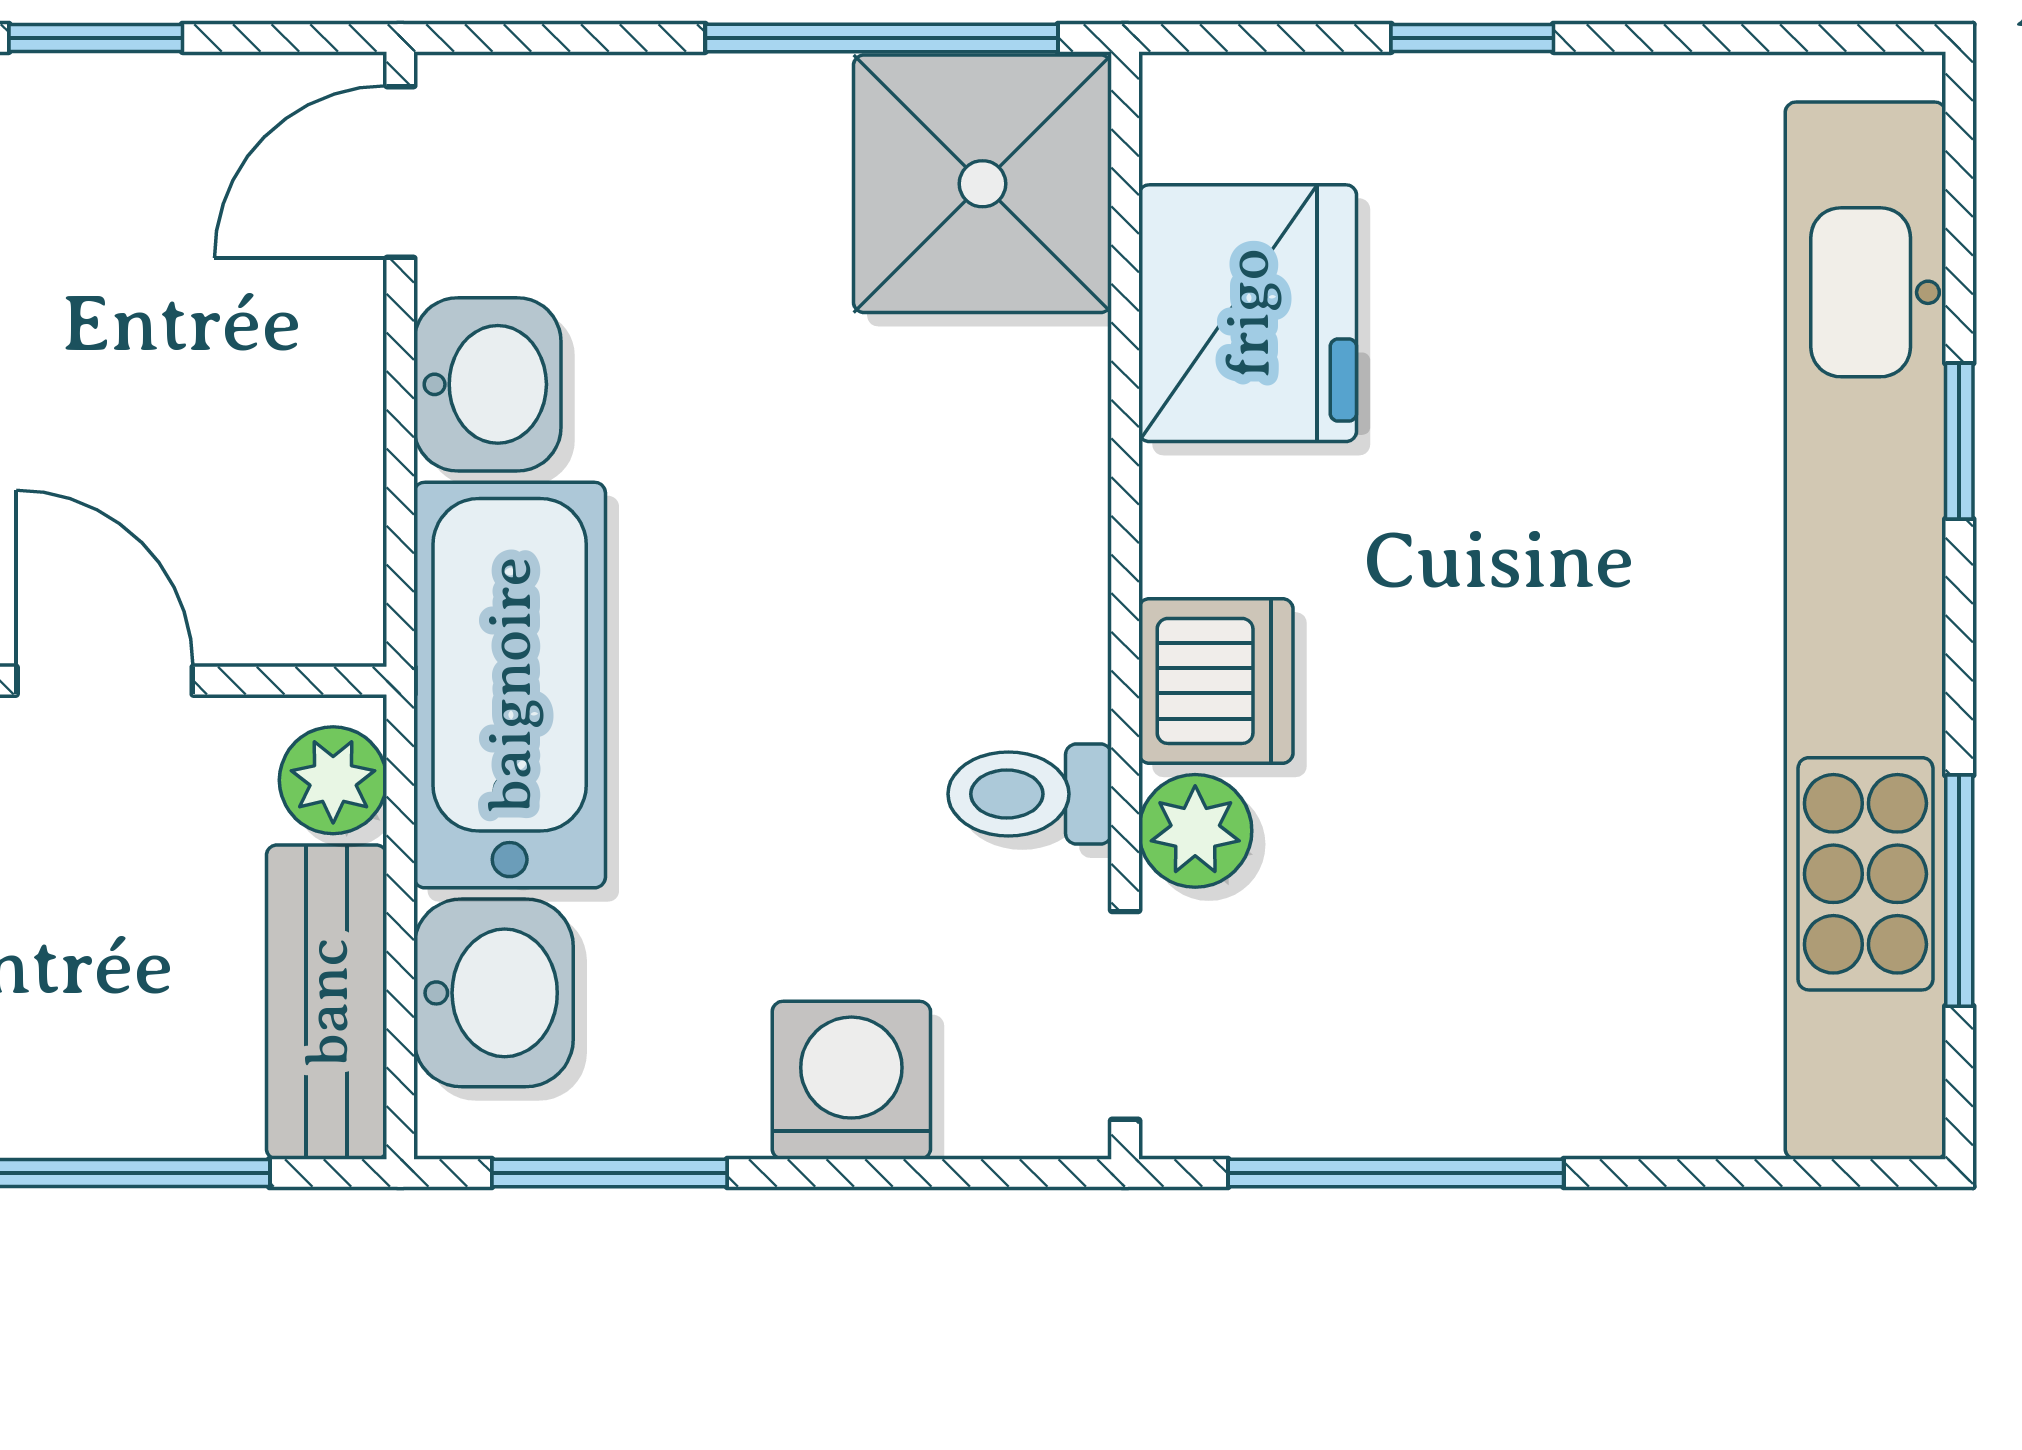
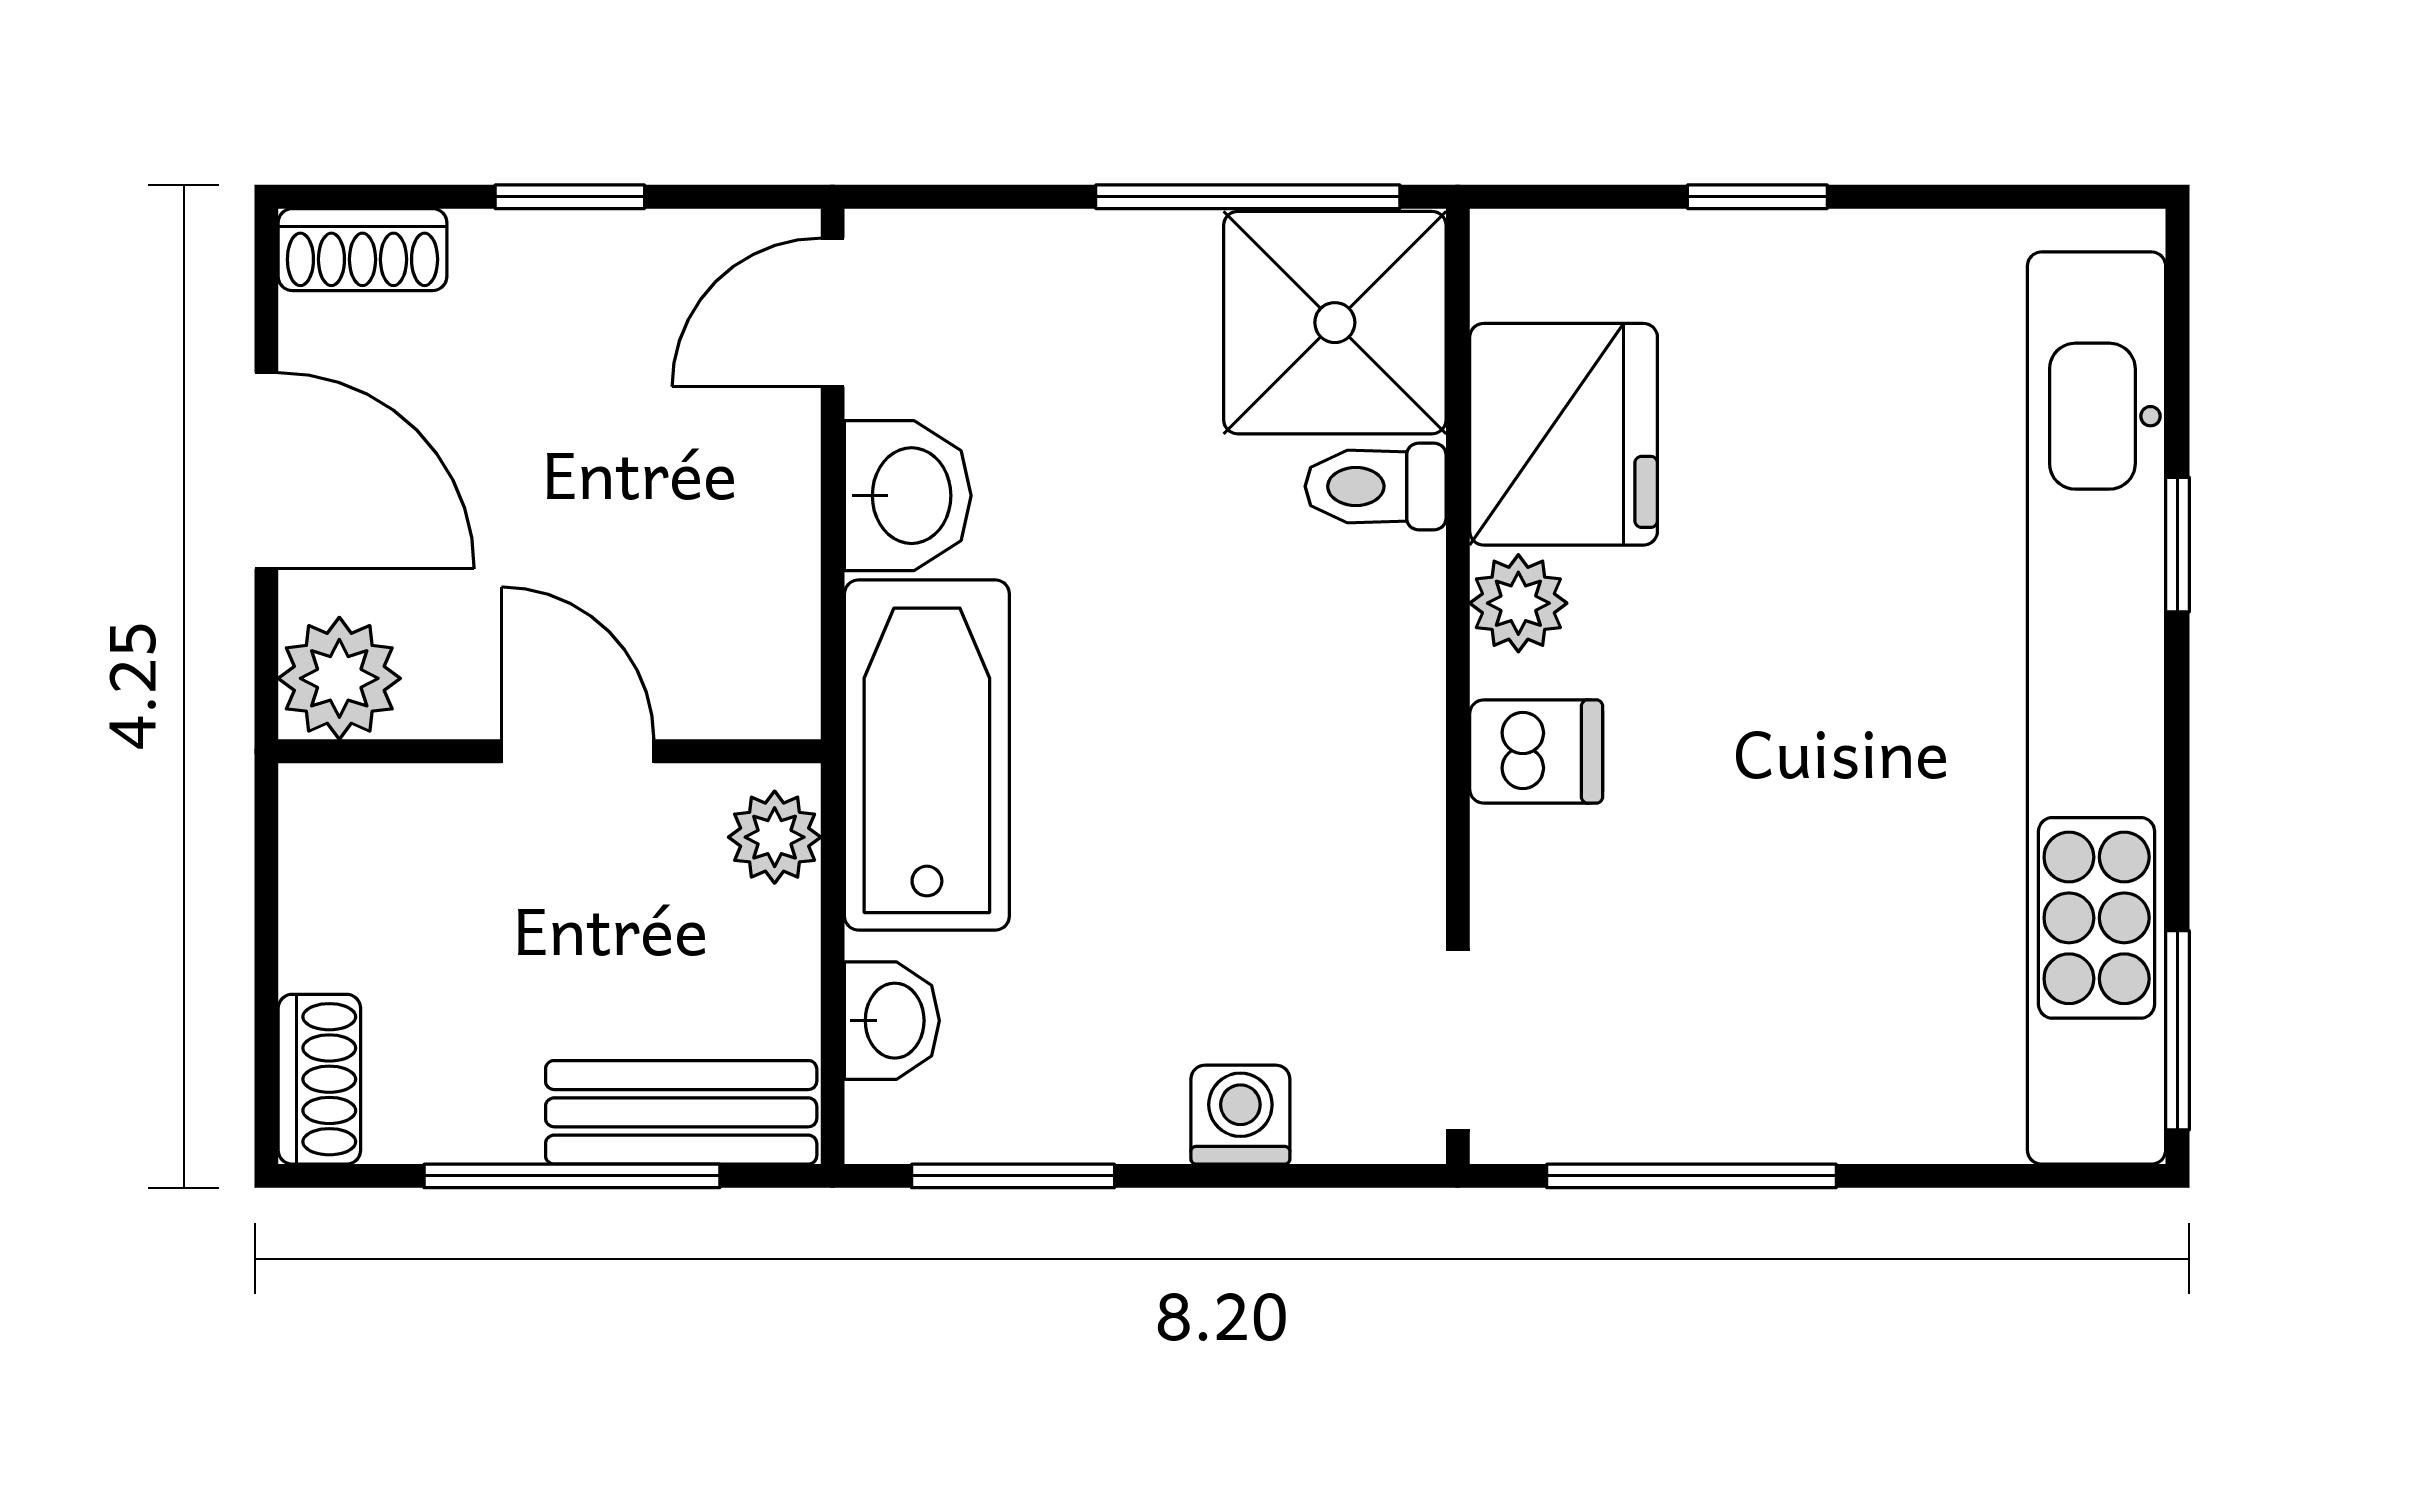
dishwasher: (1216, 681) -> (1536, 751), width x0.73
toilet: (1030, 794) -> (1376, 486), moved
plant: (1195, 831) -> (1518, 603), moved
window: (1959, 891) -> (2177, 1030), moved
washbasin: (494, 993) -> (892, 1021), width x0.72, depth x0.69
bench: (327, 1002) -> (681, 1112), moved, turned 90
washing machine: (851, 1080) -> (1240, 1115), width x0.73, depth x0.73

